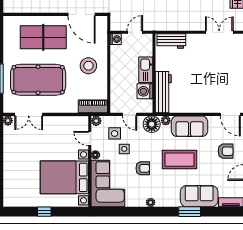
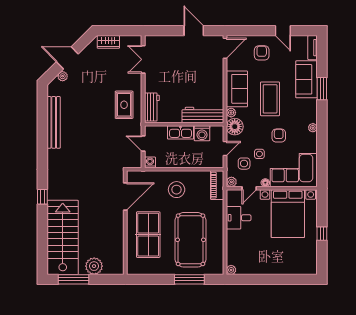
rug: (174, 13) -> (124, 105), added
double door: (29, 114) -> (225, 249), removed
desk: (60, 128) -> (239, 218), added

